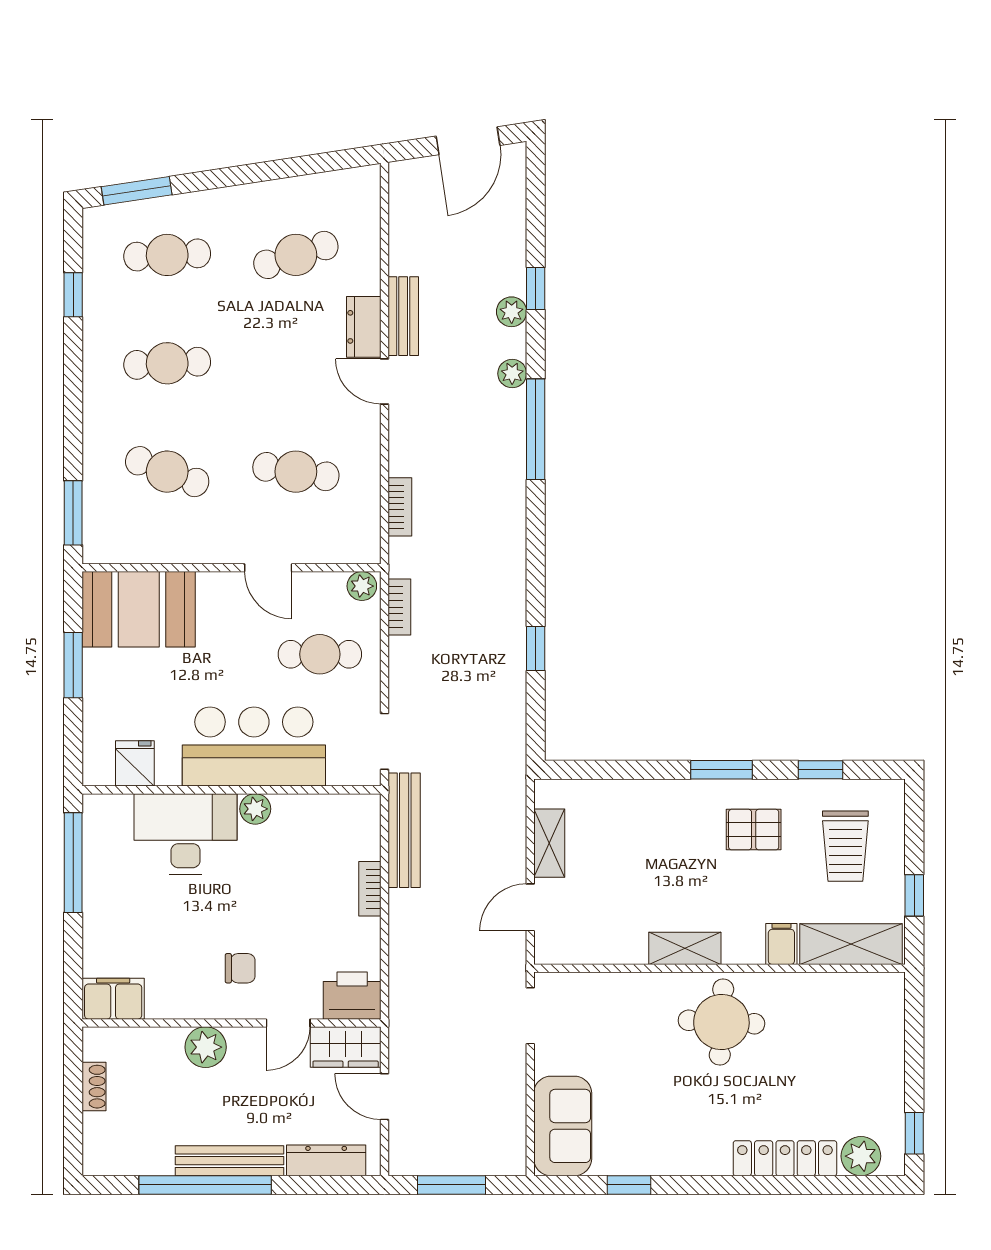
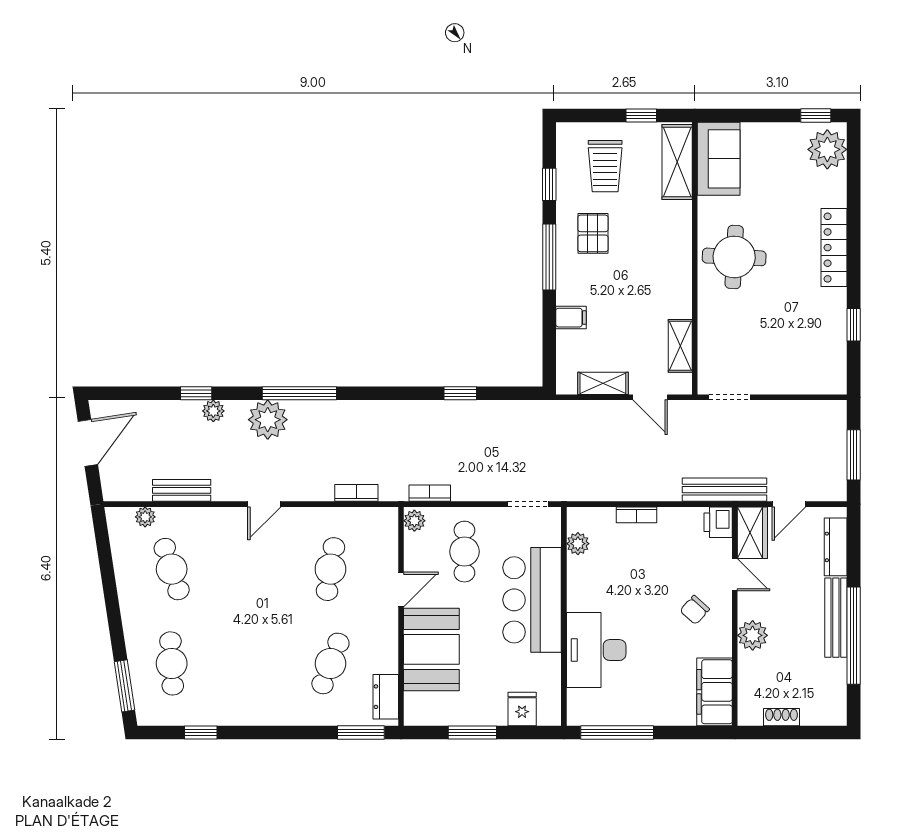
door: (468, 141) -> (88, 443), hinge flipped
plant: (367, 219) -> (145, 517), added
bench: (403, 316) -> (182, 490), moved
dresser: (364, 327) -> (386, 697), moved, turned 90
cafe table: (167, 363) -> (251, 663), removed
plant: (512, 374) -> (268, 420), width x1.88, depth x1.88
booth: (139, 609) -> (431, 649), moved
fridge: (135, 763) -> (522, 709), moved, turned 90
window: (721, 770) -> (549, 257), width x1.44
plant: (255, 809) -> (578, 544), moved
bench: (404, 830) -> (724, 490), moved
trolley: (845, 846) -> (605, 166), turned 90
filing cabinet: (781, 944) -> (571, 318), moved, turned 180
shelving: (685, 948) -> (680, 346), moved
chair: (240, 968) -> (695, 610), turned -138
printer: (352, 996) -> (718, 522), width x0.73, depth x0.81
filing cabinet: (113, 999) -> (715, 692), width x1.50, depth x1.17
sofa: (563, 1126) -> (719, 159), moved, turned 90
plant: (861, 1156) -> (827, 149), width x1.36, depth x1.36
locker: (785, 1158) -> (834, 248), moved

